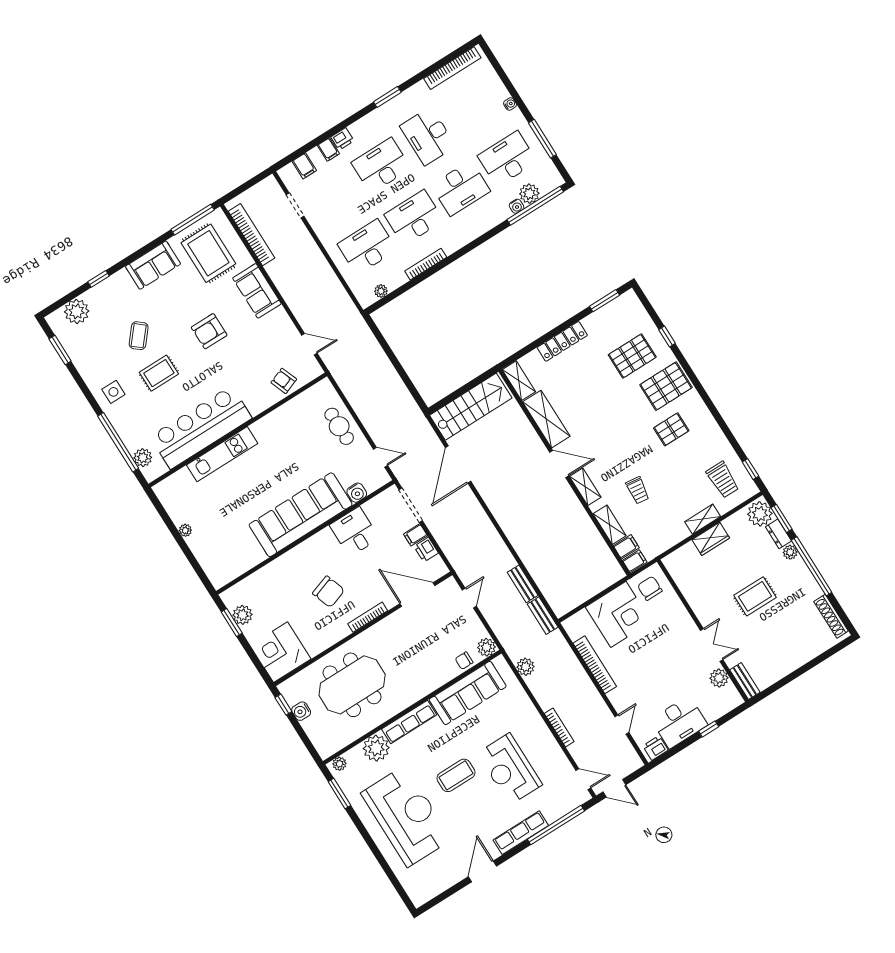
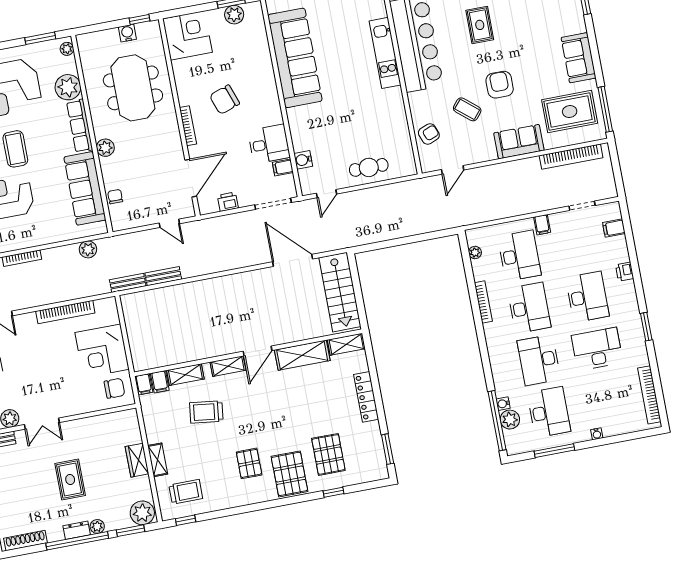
filing cabinet: (328, 150) -> (542, 225), moved, turned -90
coffee table: (139, 336) -> (467, 109), moved
trolley: (723, 480) -> (186, 492), turned 180
trolley: (638, 490) -> (206, 412), width x1.36, depth x1.39
sofa: (301, 515) -> (295, 58), moved
dresser: (778, 534) -> (77, 530), moved
filing cabinet: (415, 535) -> (283, 167), moved, turned -90
plant: (486, 647) -> (105, 148), moved

